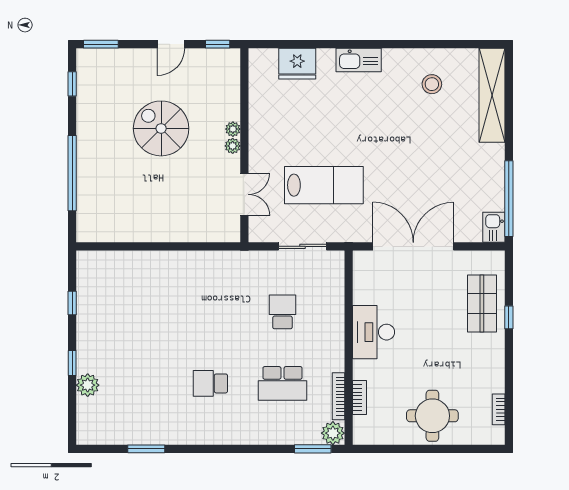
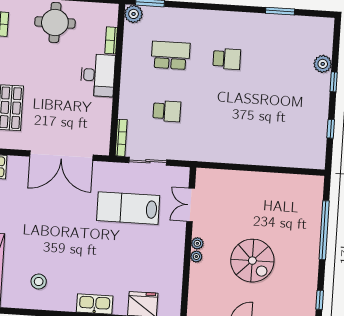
school desk: (282, 312) -> (167, 111), turned -90
desk: (374, 332) -> (98, 75), moved
bookcase: (338, 396) -> (121, 138), moved

